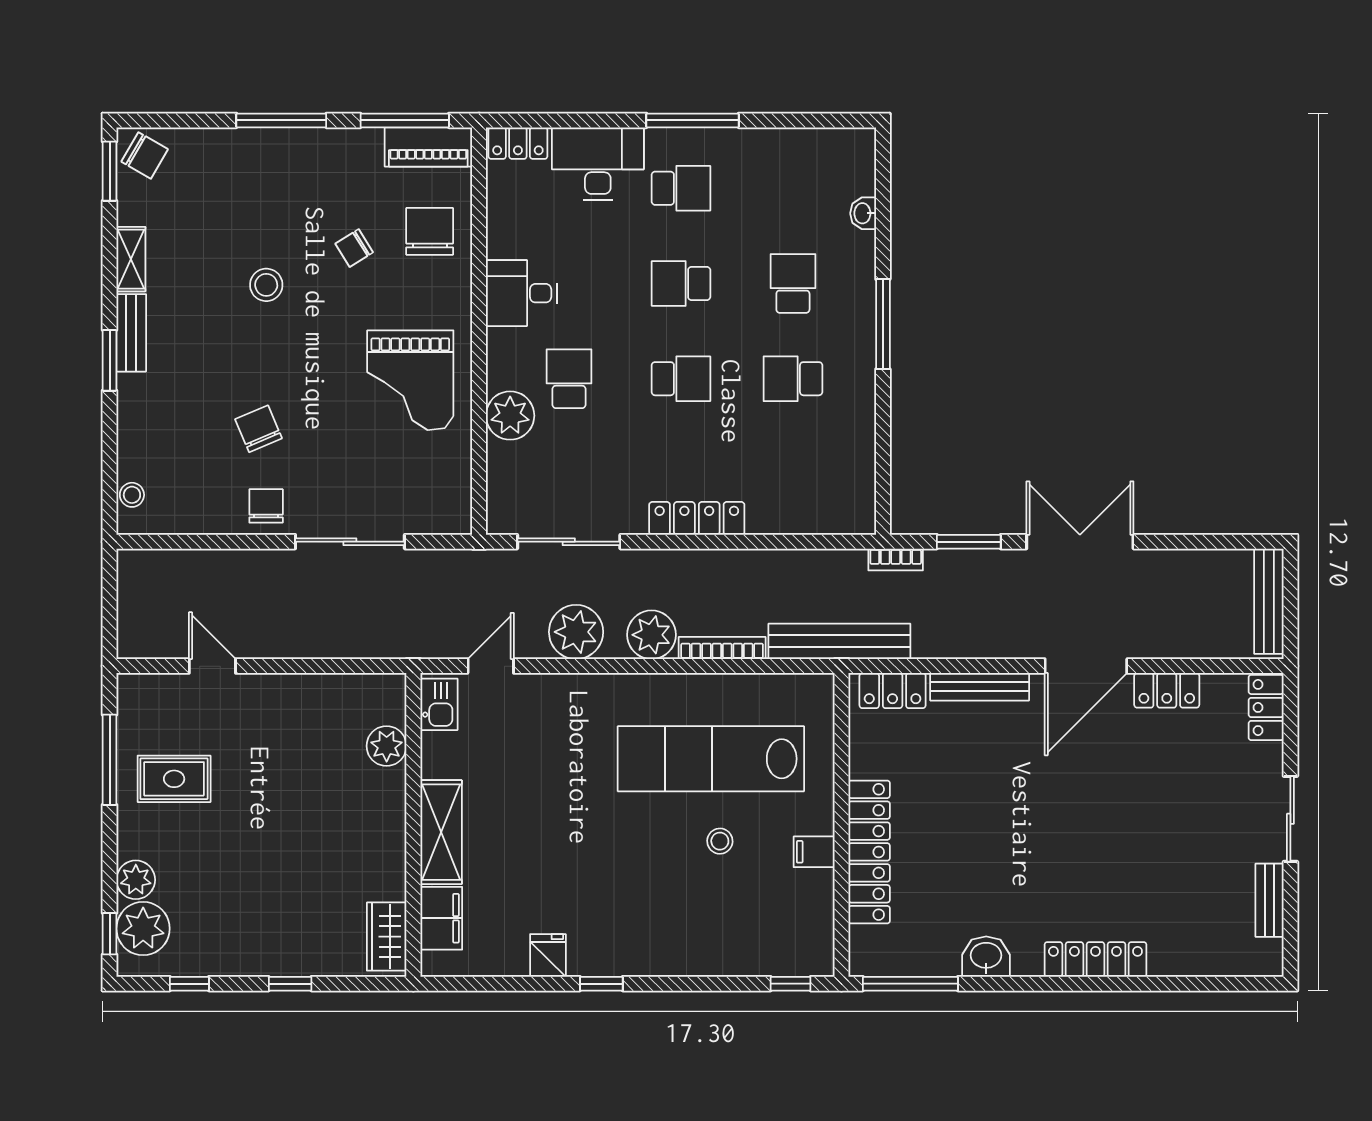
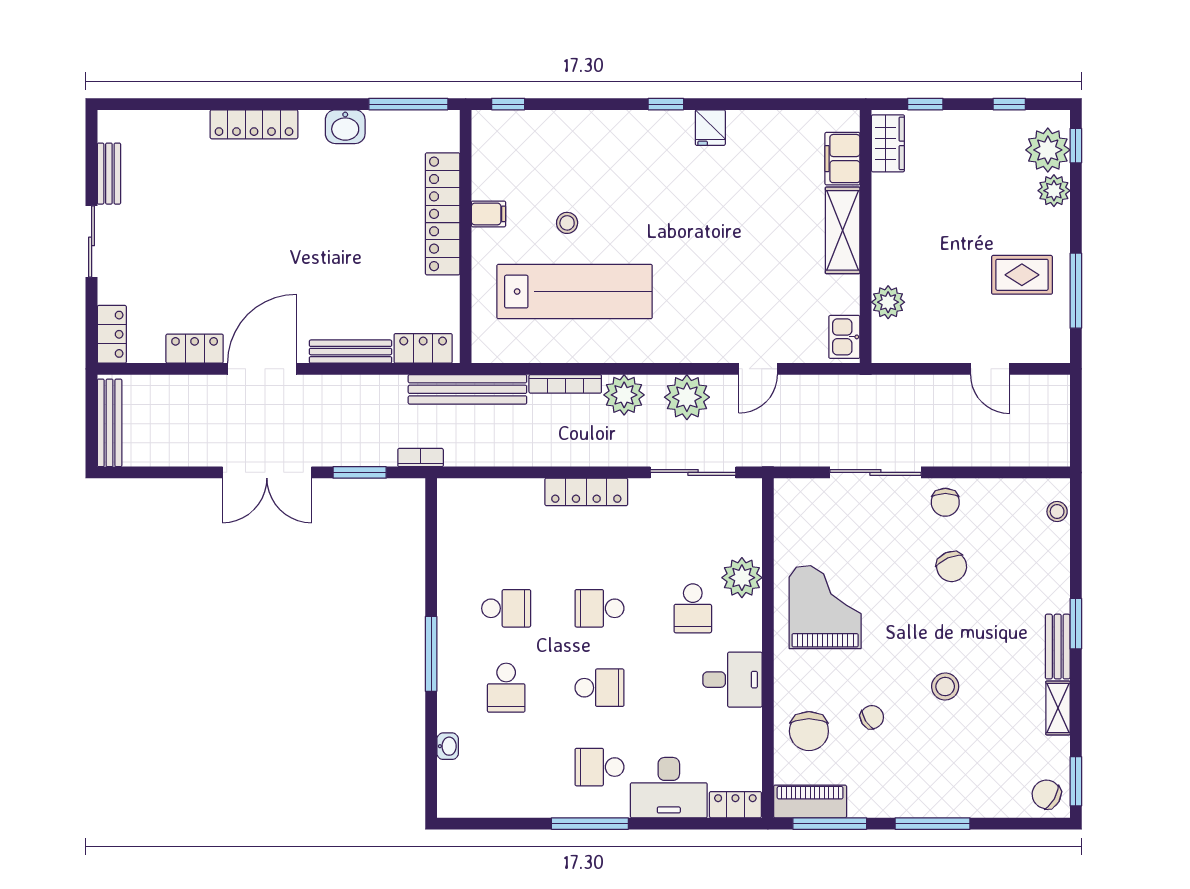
kitchen sink: (439, 704) -> (844, 337), moved
plant: (387, 746) -> (888, 302), moved
wall: (413, 825) -> (866, 236), moved
shelving: (441, 832) -> (843, 230), moved
filing cabinet: (441, 918) -> (842, 159), moved
wardrobe: (387, 937) -> (888, 143), moved

